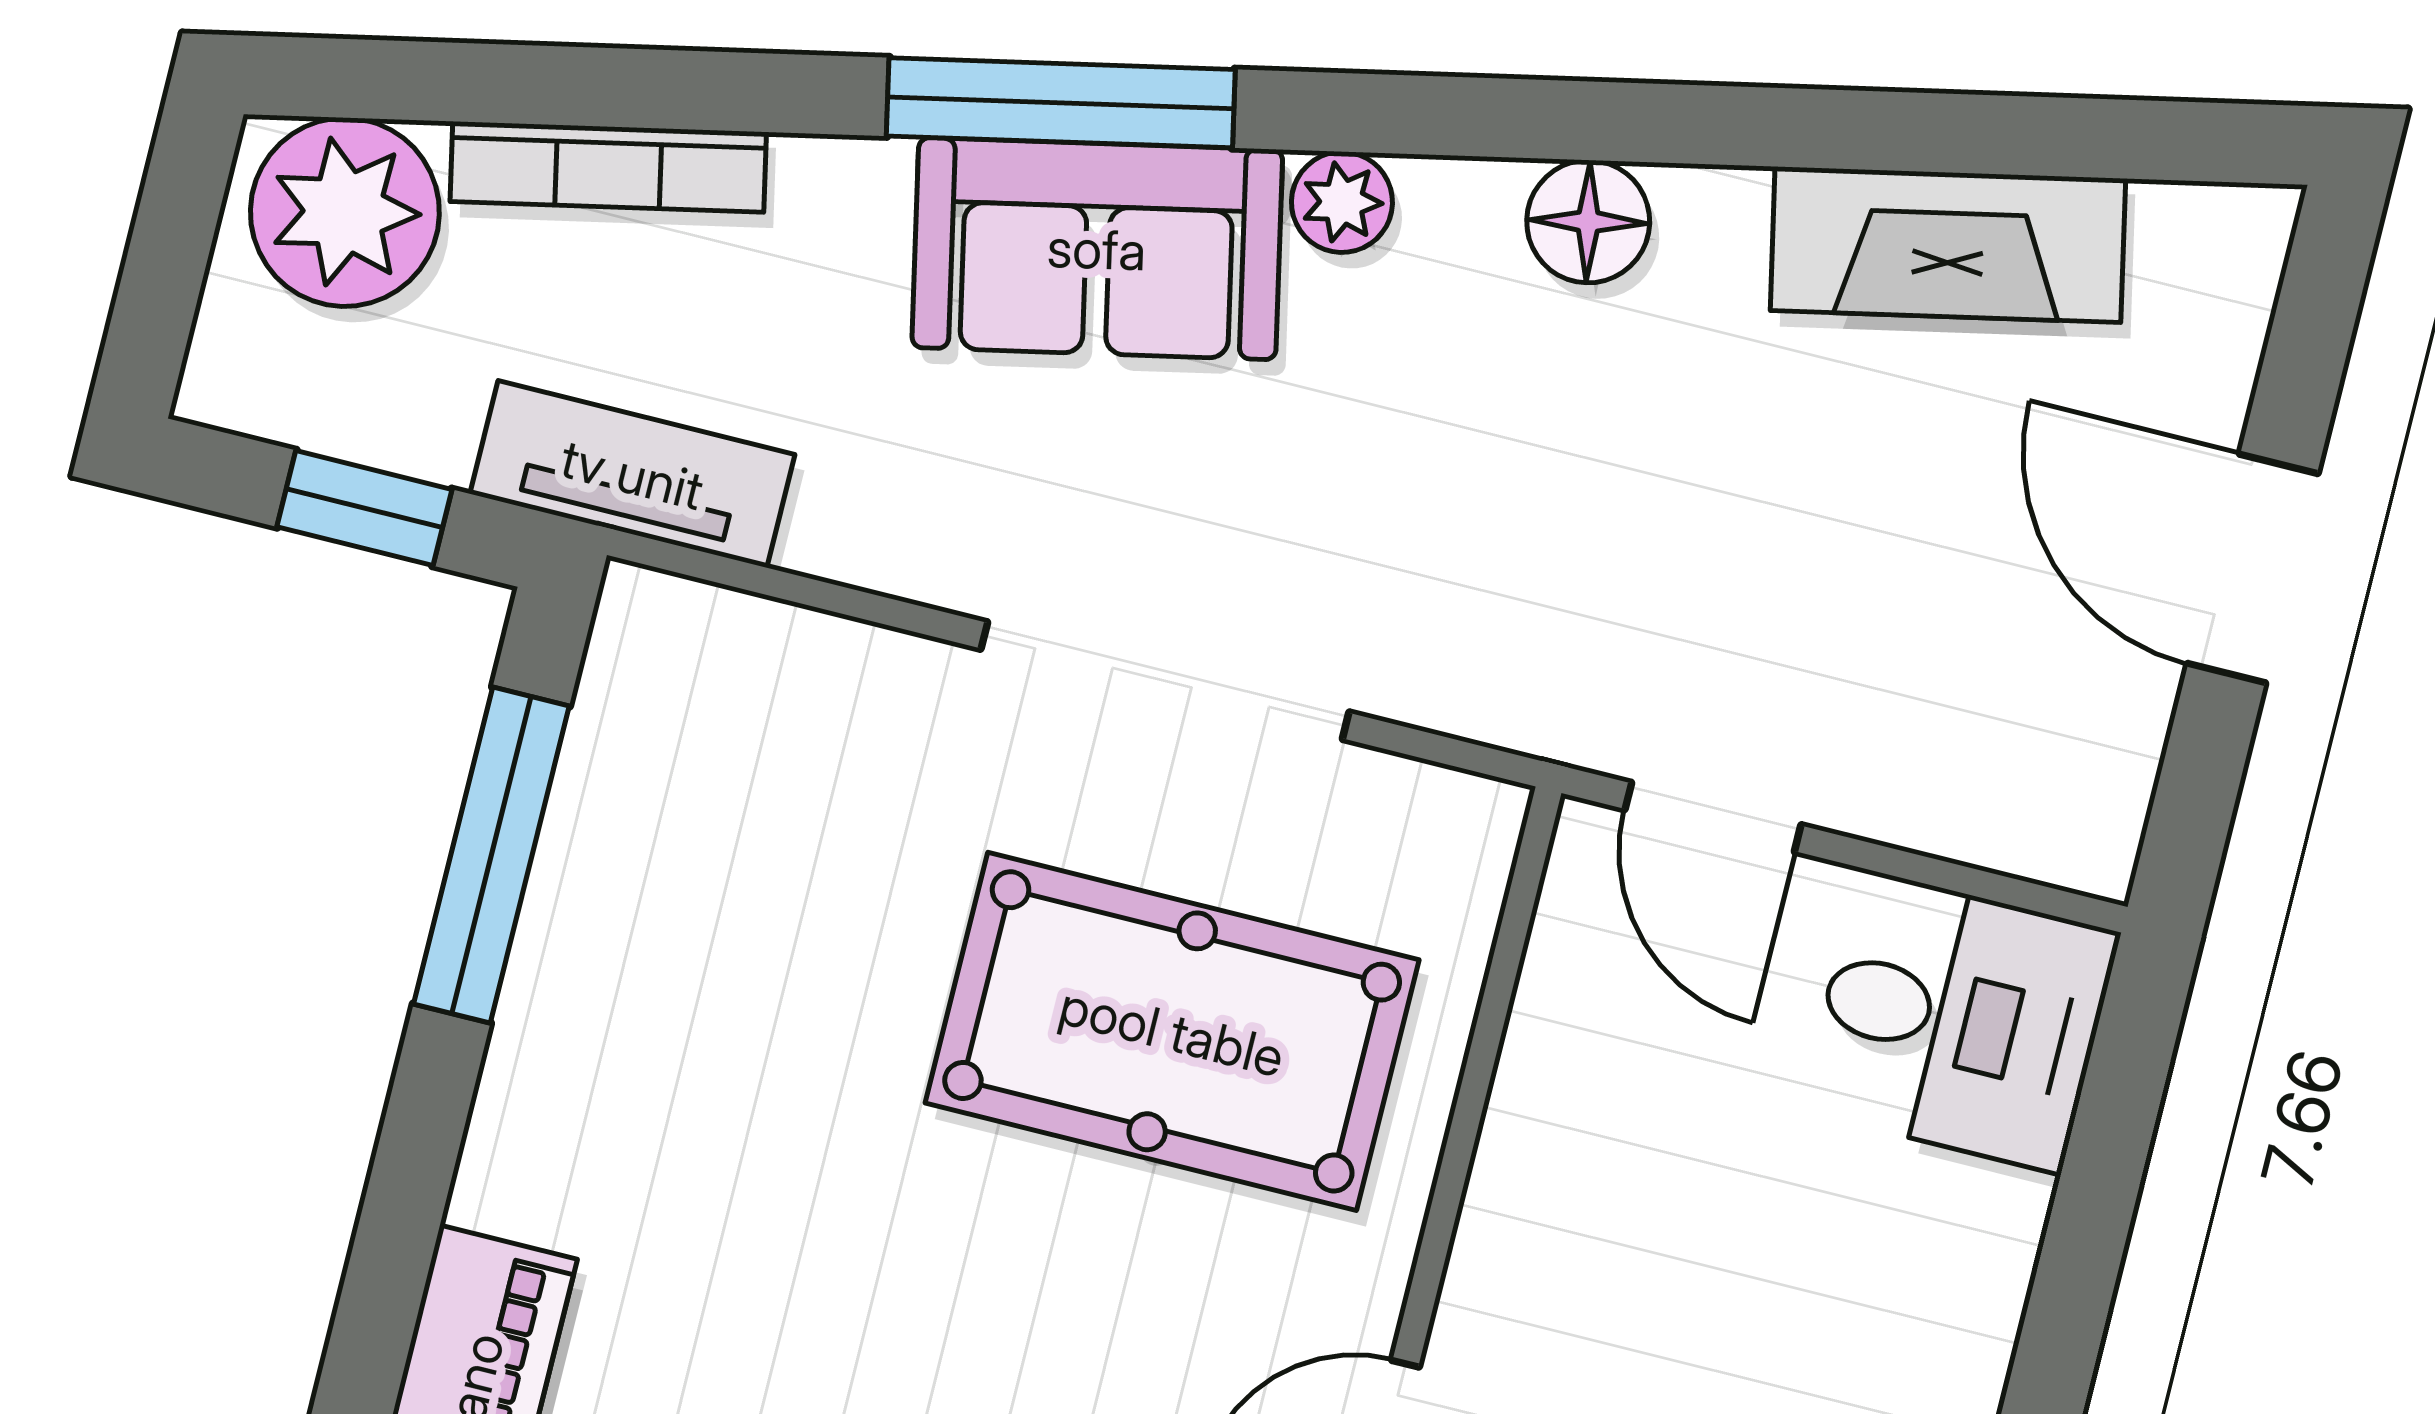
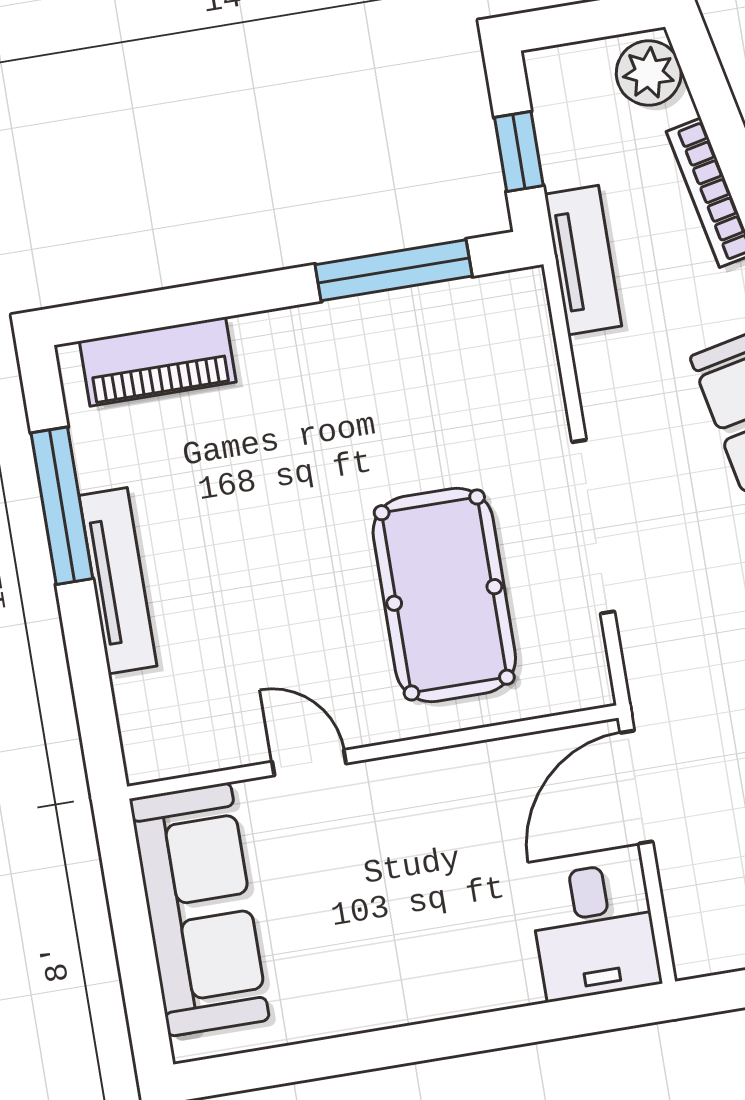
plant: (345, 212) -> (649, 73), width x0.73, depth x0.73
door: (1713, 817) -> (636, 787), width x1.38

